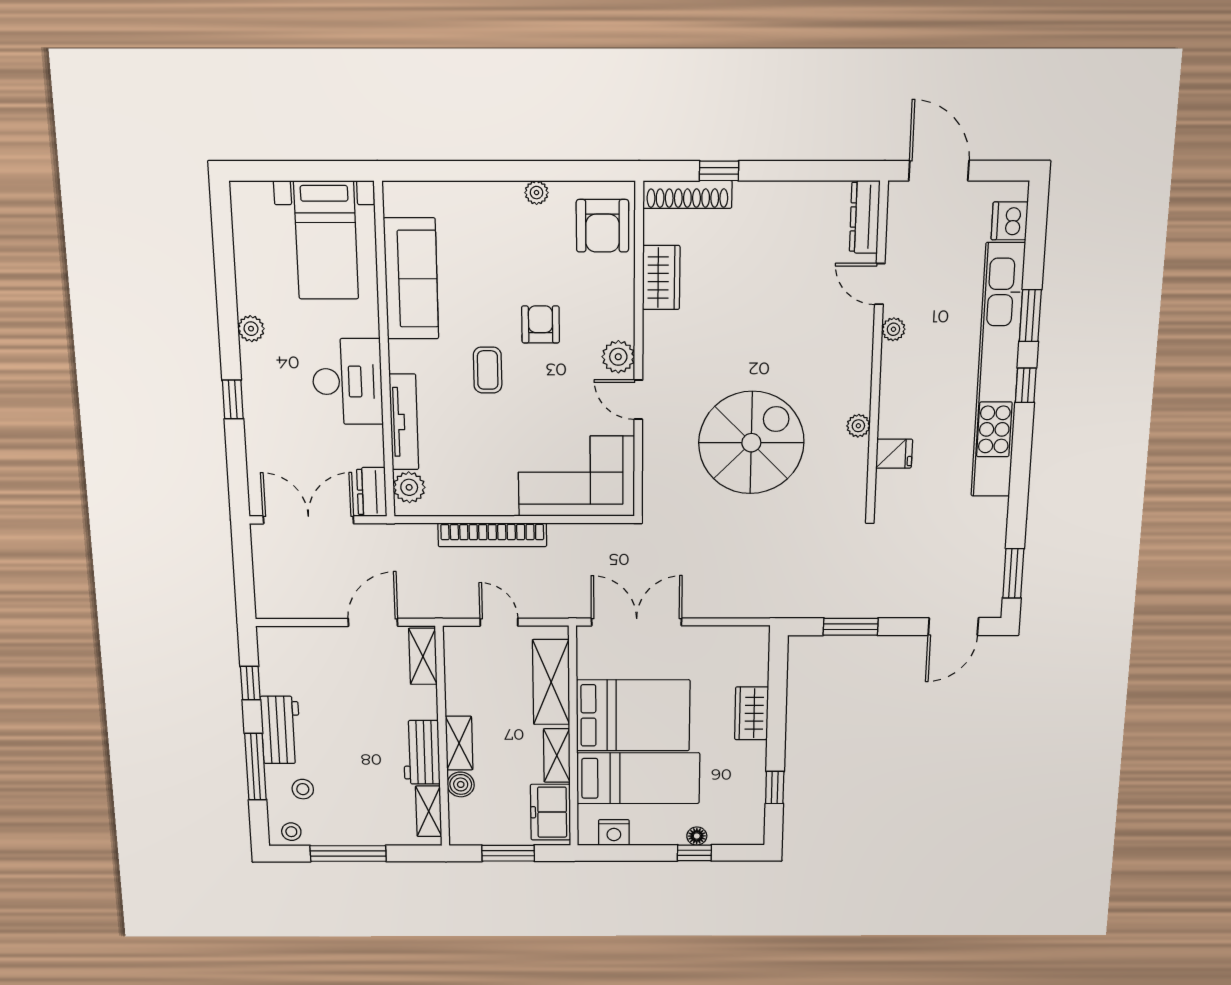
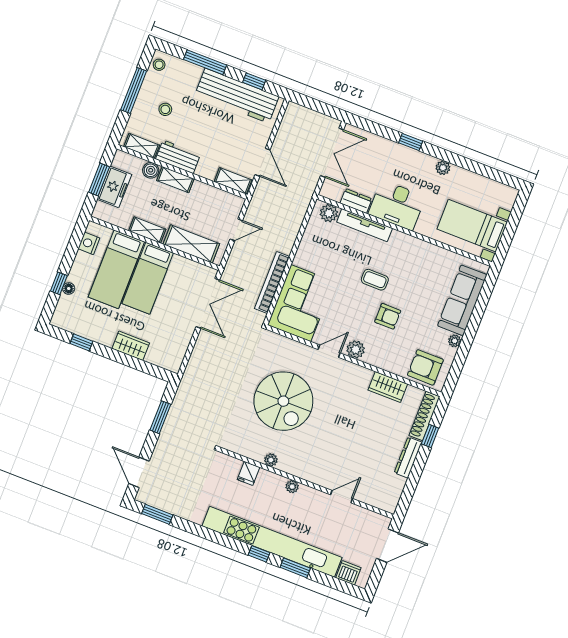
dresser: (865, 217) -> (408, 457), moved, turned -90
sofa: (411, 279) -> (462, 300), moved, turned 90
plant: (893, 329) -> (292, 487), moved
dresser: (372, 492) -> (356, 201), moved
bookcase: (492, 535) -> (272, 283), moved
bed: (633, 715) -> (148, 278), width x0.67
workbench: (281, 730) -> (237, 96), width x1.87, depth x1.32
stool: (303, 789) -> (165, 109), moved
freezer: (551, 812) -> (114, 187), moved, turned 90

